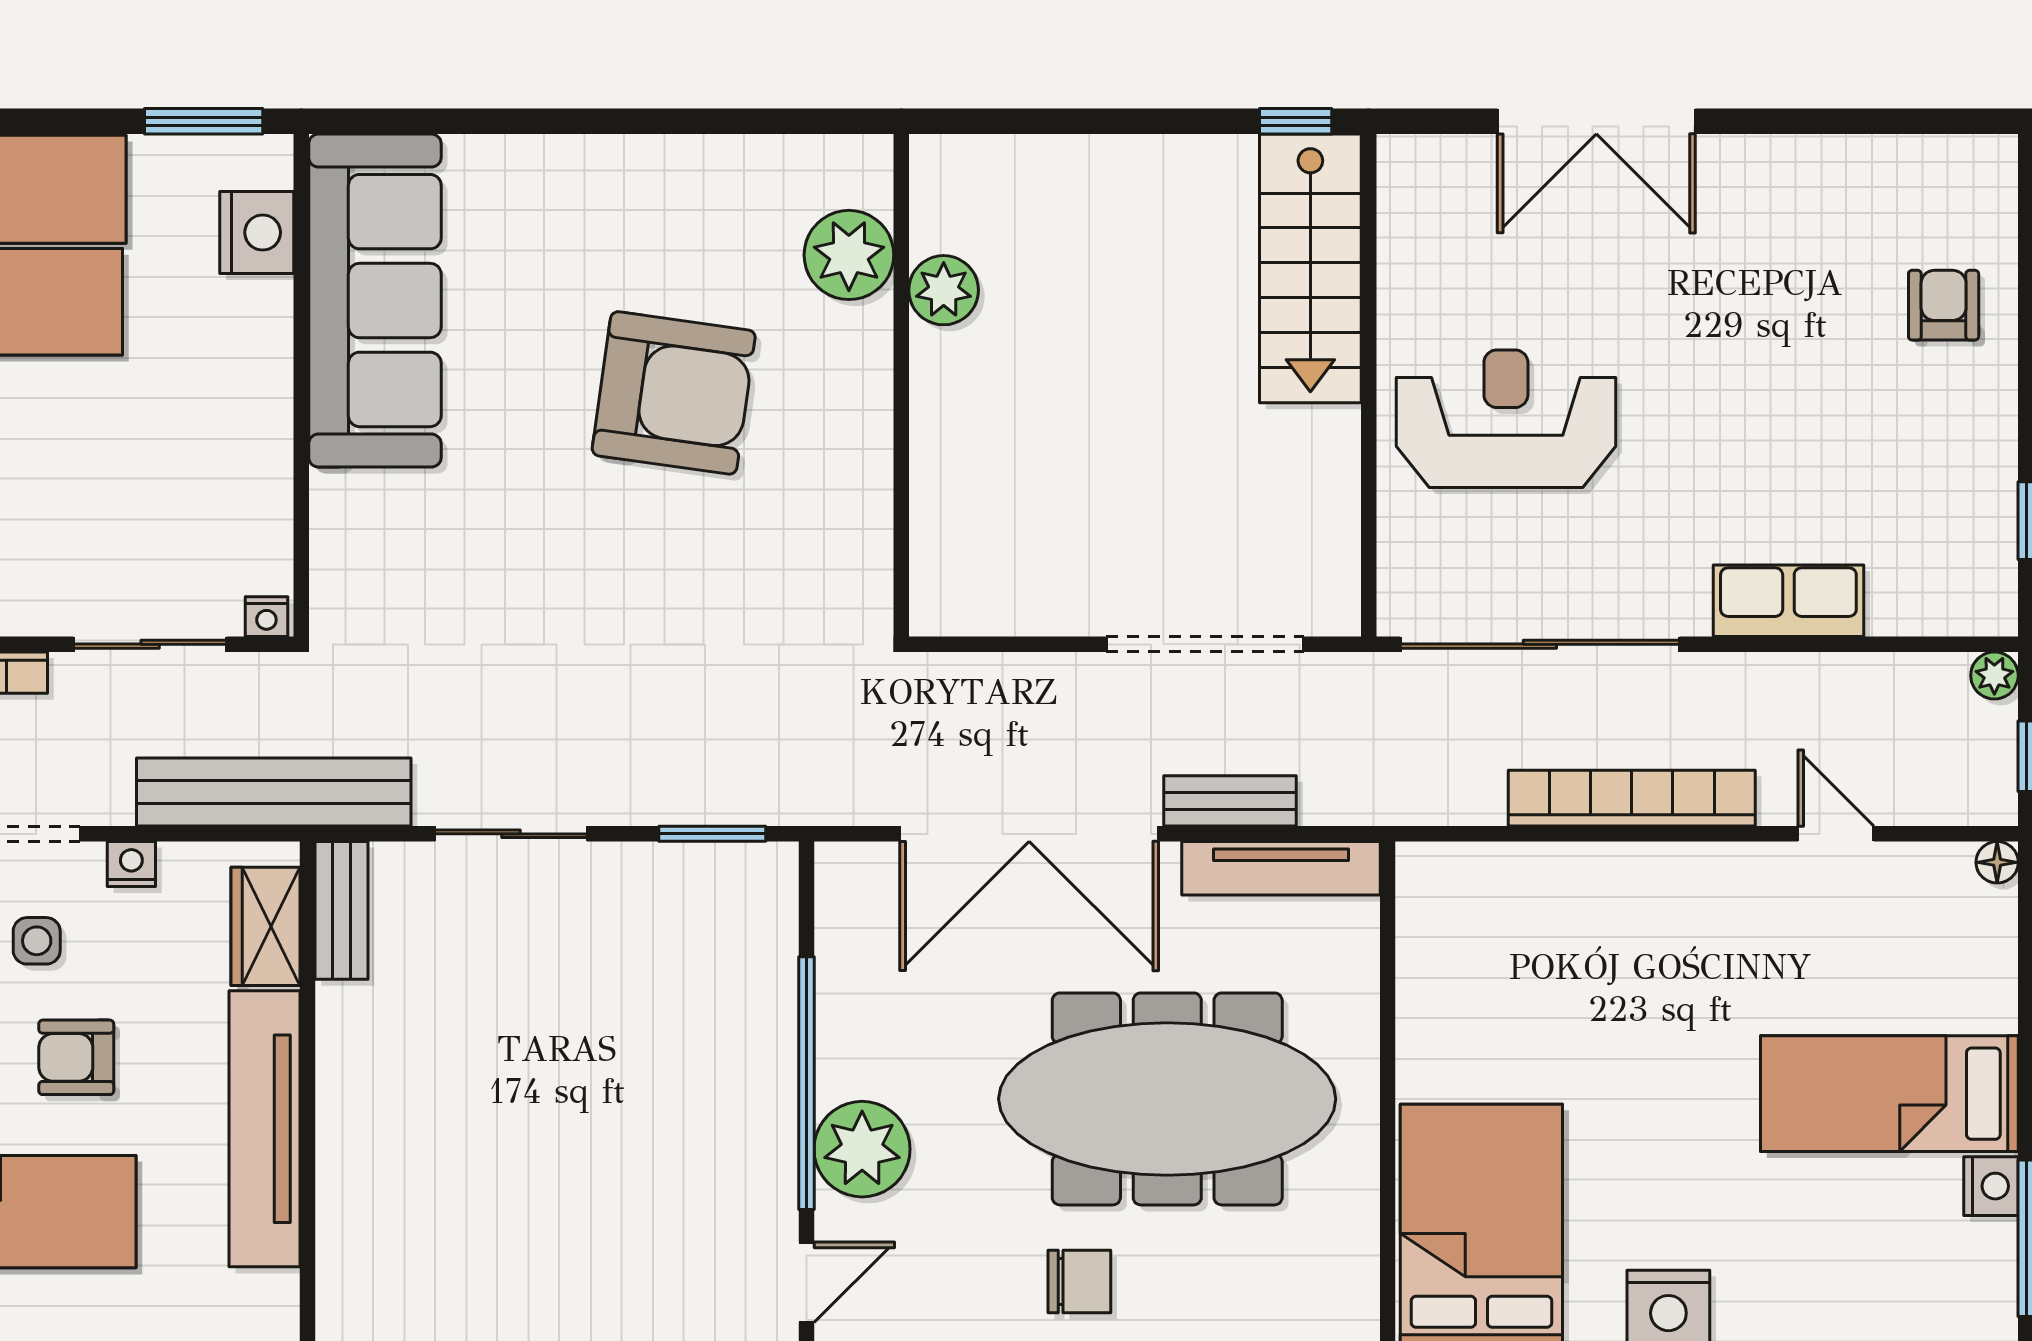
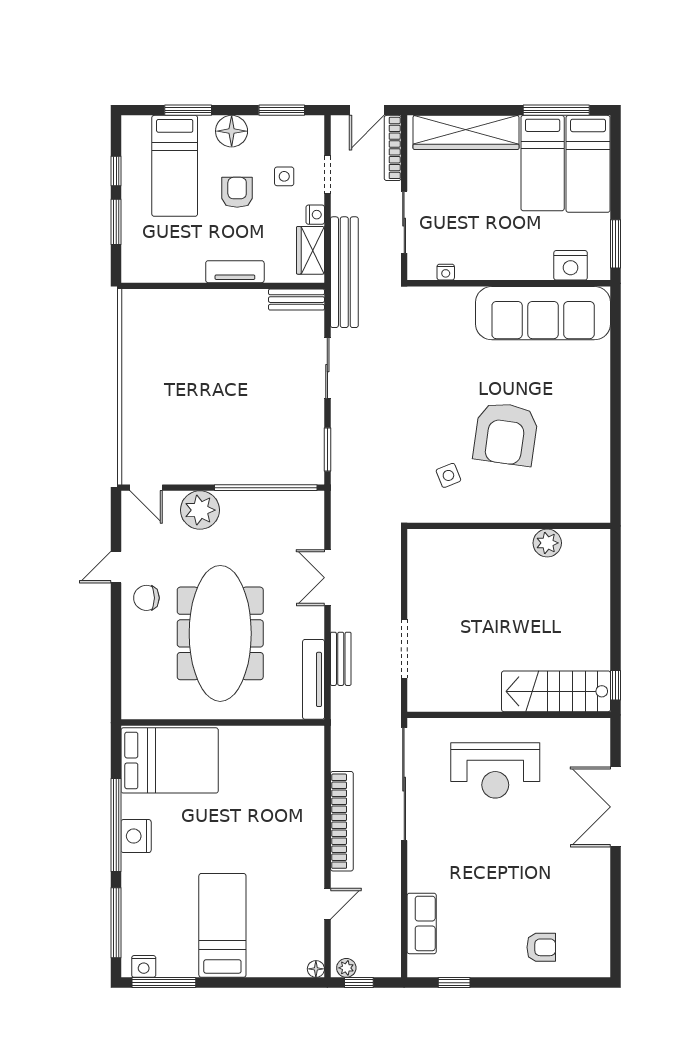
plant: (849, 255) -> (561, 505), removed
reception desk: (1506, 419) -> (495, 770), turned 90
side table: (776, 535) -> (448, 475), added
row of seats: (1788, 601) -> (422, 923), moved
nightstand: (266, 617) -> (446, 272), moved, turned -90
doorway: (1205, 644) -> (404, 649), width x0.73
plant: (1994, 675) -> (346, 968), moved
double door: (1029, 834) -> (327, 578), width x0.54
wardrobe: (266, 926) -> (310, 250), moved, turned -90
window: (807, 1083) -> (266, 488), moved
tv unit: (265, 1129) -> (235, 272), width x0.52, depth x0.78
nightstand: (1991, 1186) -> (144, 966), moved
chair: (1079, 1281) -> (146, 598), turned 90

